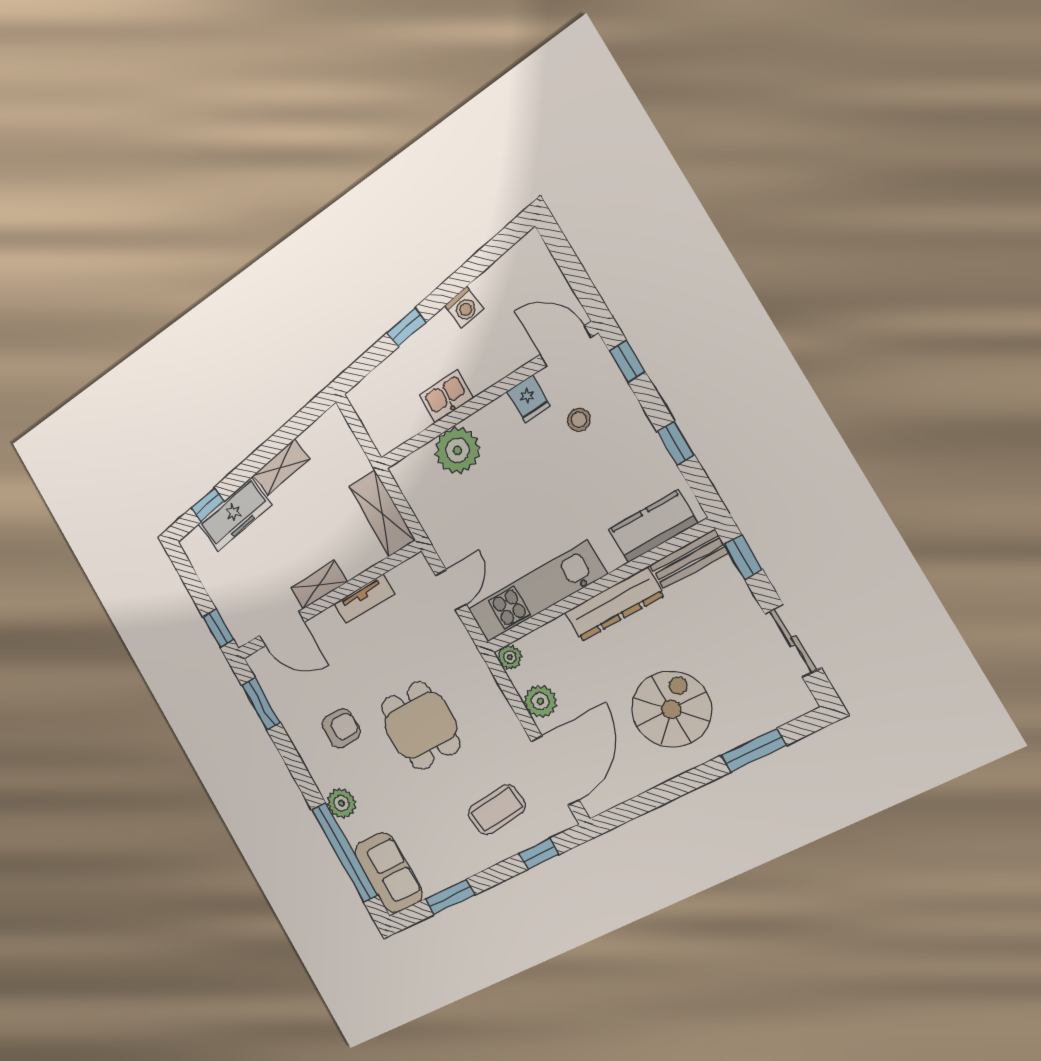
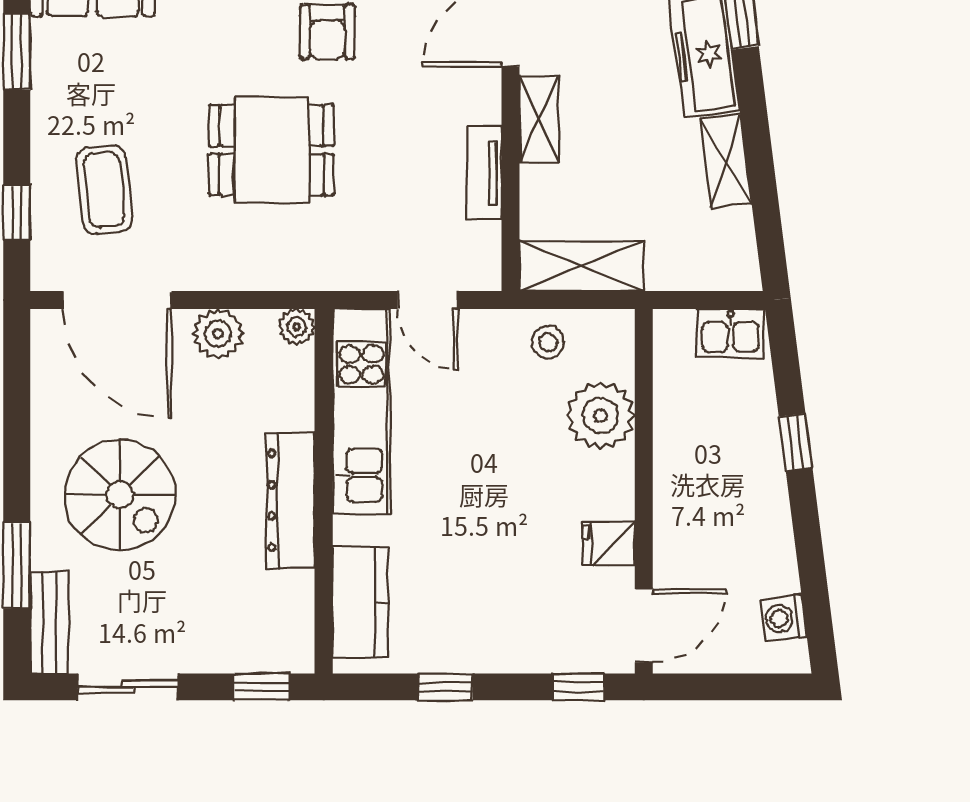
washing machine: (464, 307) -> (783, 618), moved
kitchen sink: (446, 396) -> (730, 333), moved, turned 90
stool: (579, 420) -> (548, 342), moved
bench: (689, 559) -> (50, 623), moved

